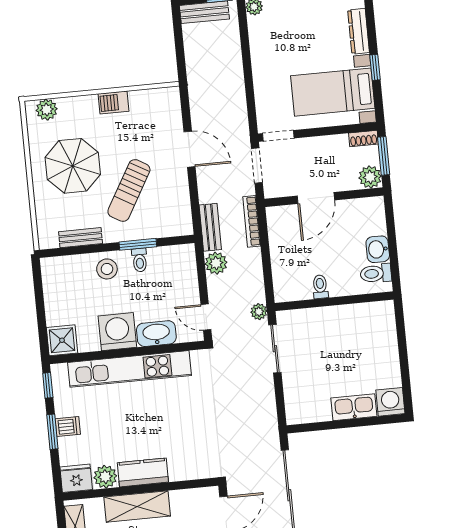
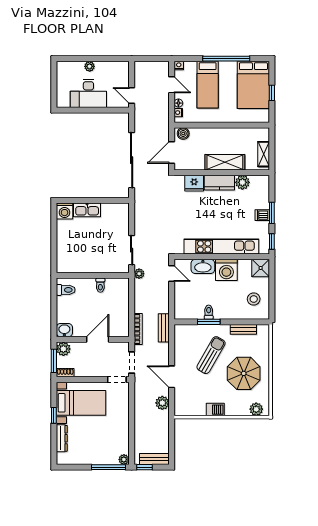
washbasin: (378, 249) -> (64, 330), moved, turned -90
plant: (216, 263) -> (162, 403), moved
stool: (107, 269) -> (254, 299), moved
fridge: (76, 478) -> (194, 183), moved

